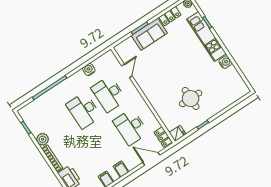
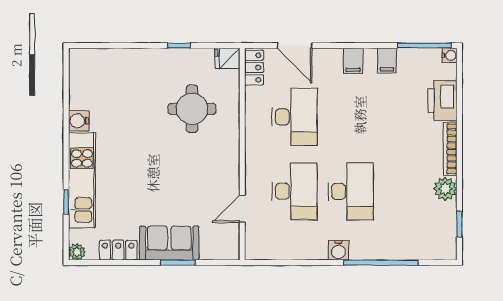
water cooler: (89, 70) -> (338, 250), moved
round table: (191, 98) -> (192, 109), moved

